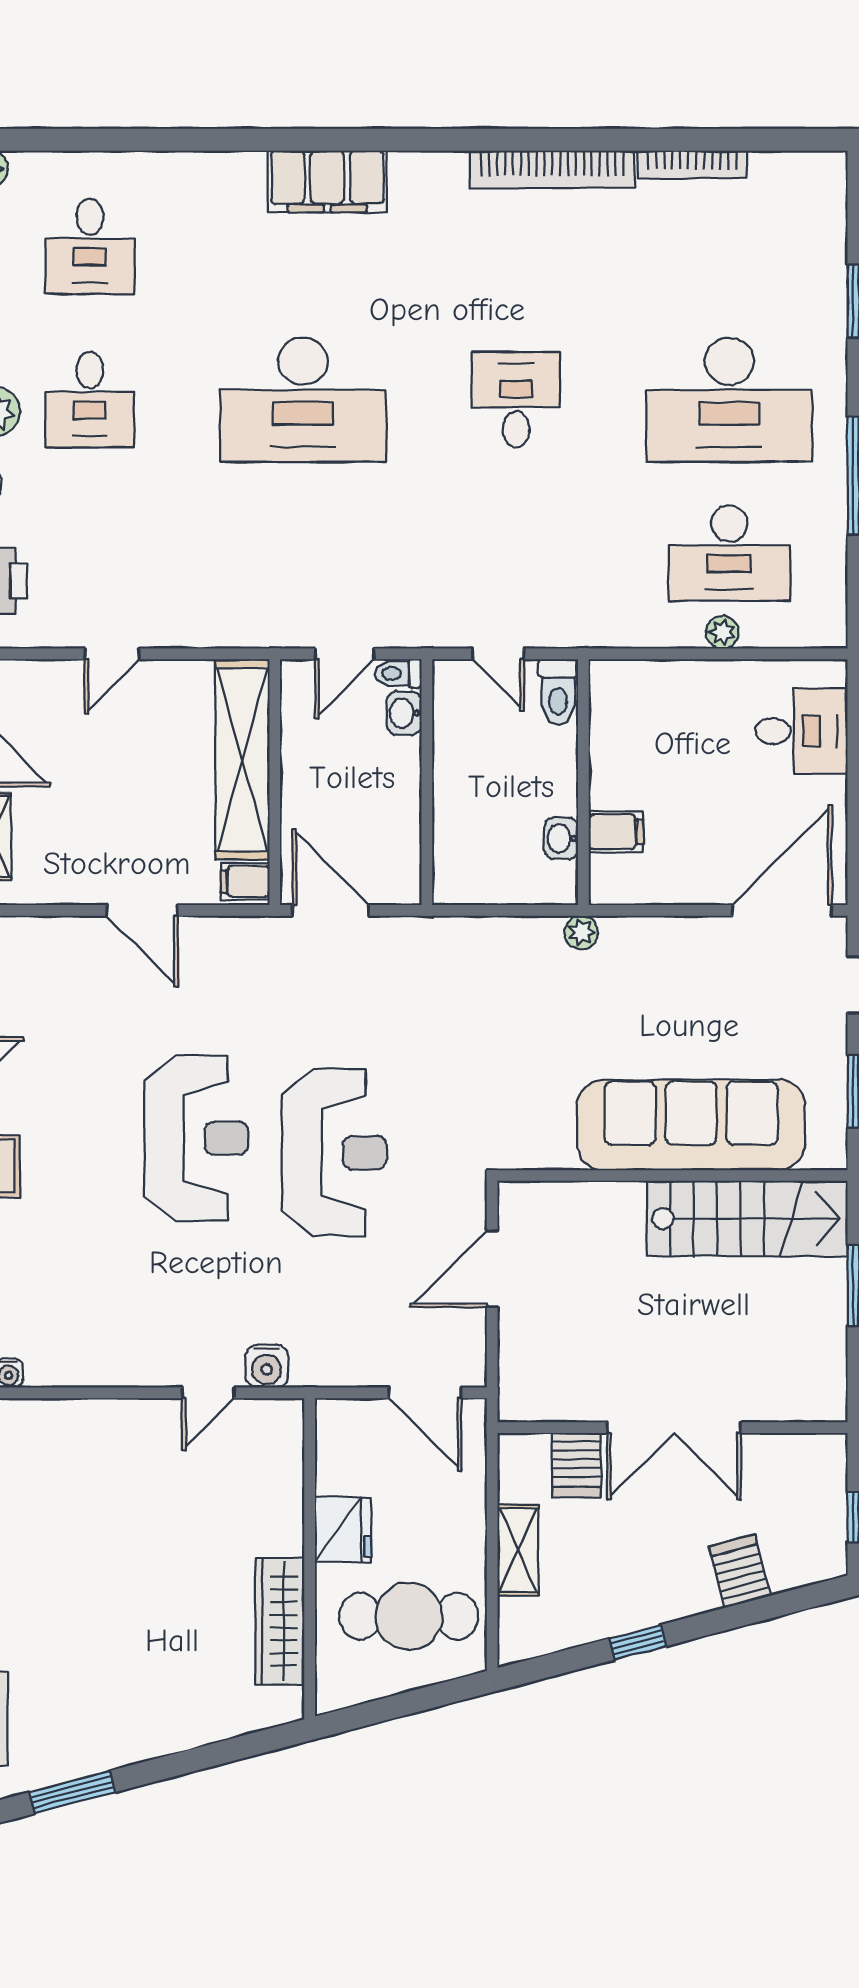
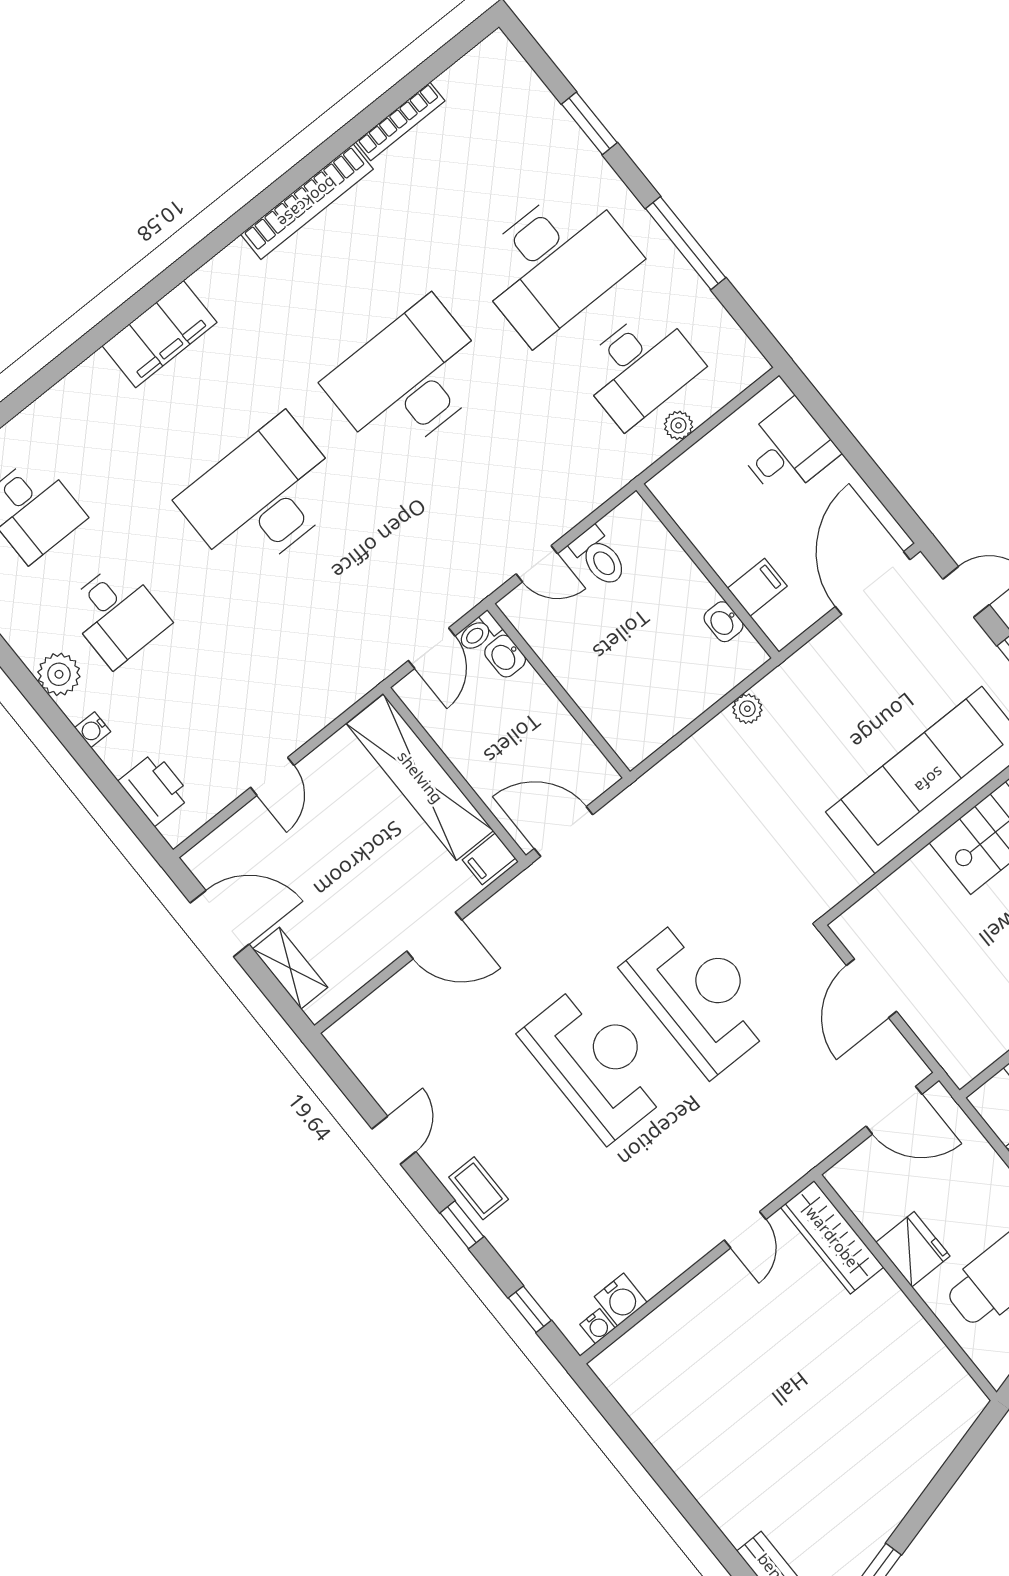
desk: (303, 400) -> (263, 497), turned 180
desk: (516, 400) -> (409, 380), width x1.87, depth x1.30
wall: (583, 782) -> (708, 571), moved
filing cabinet: (616, 832) -> (757, 587), moved
washbasin: (561, 838) -> (723, 622), moved
water cooler: (267, 1366) -> (621, 1300), moved
wardrobe: (280, 1621) -> (832, 1237), moved

